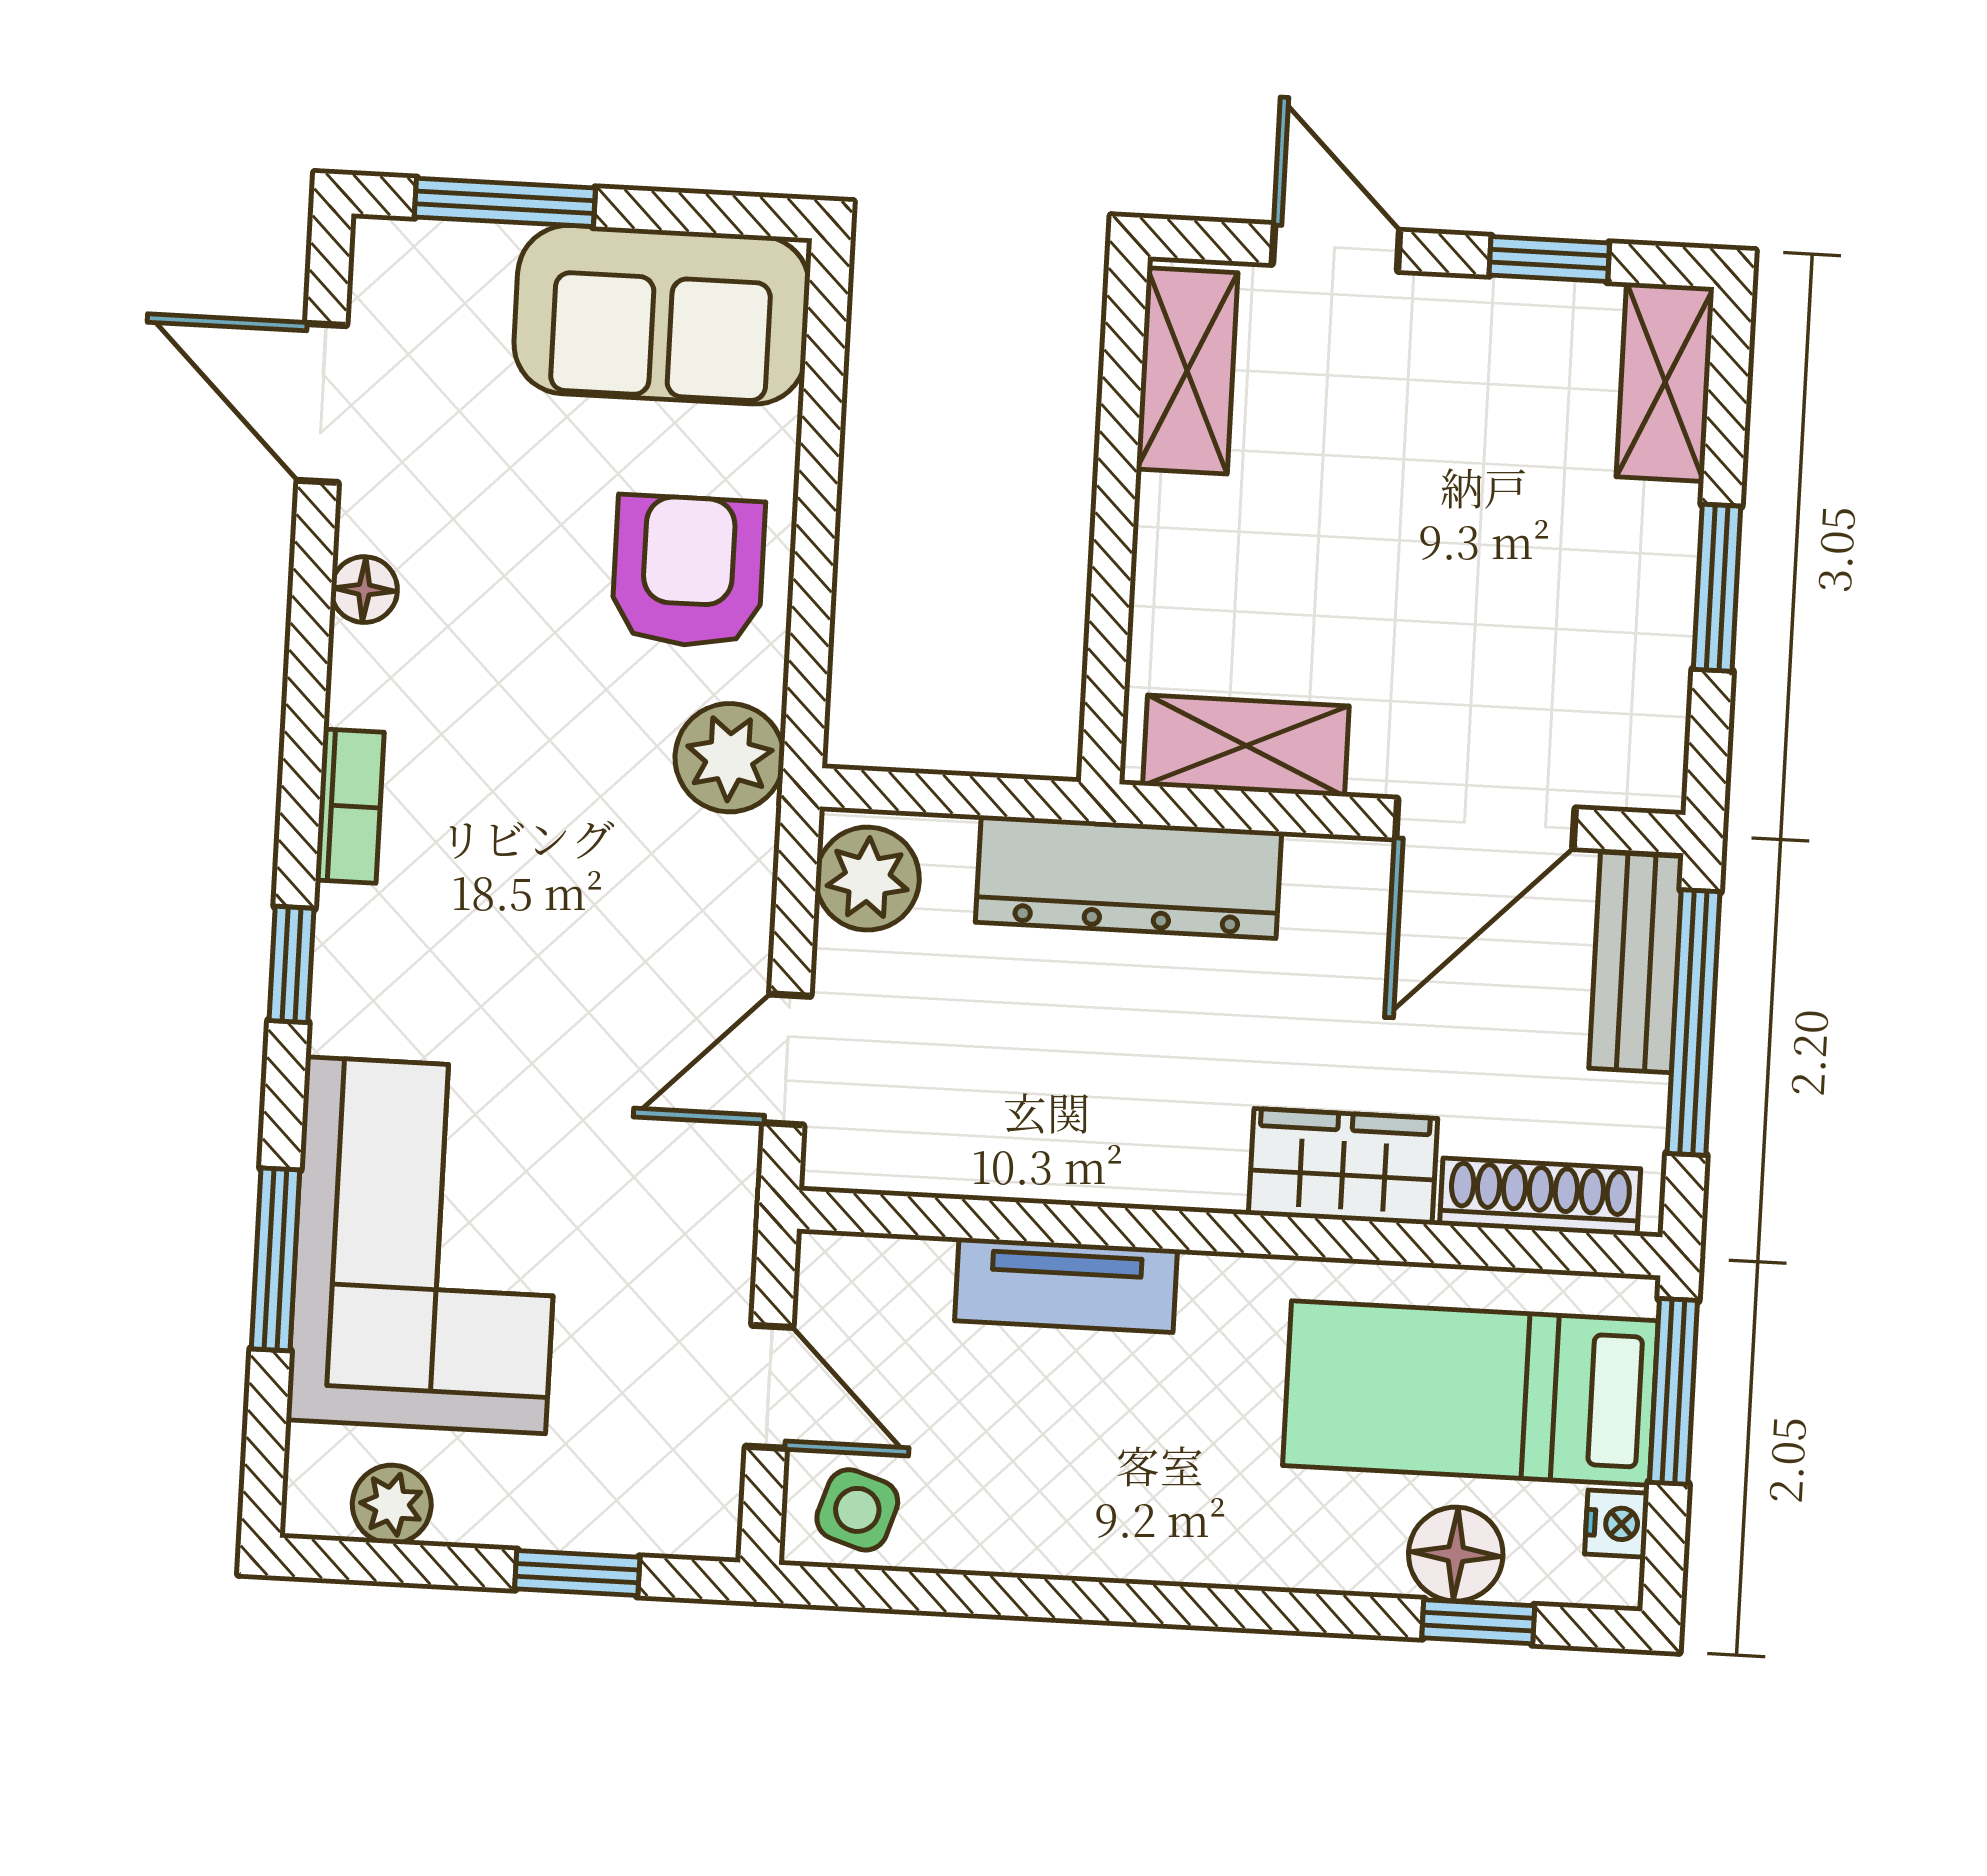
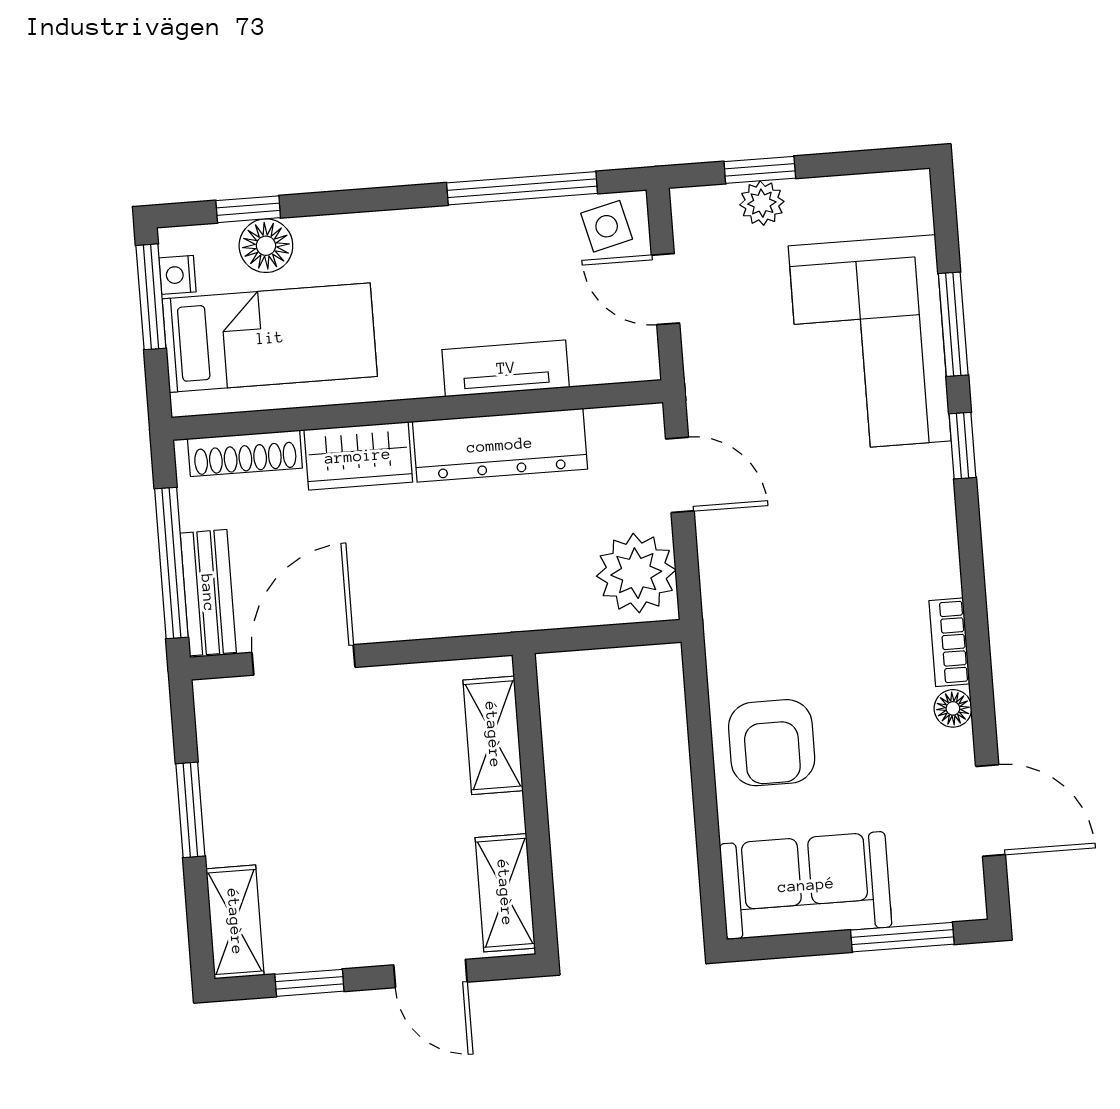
shelving: (1246, 746) -> (493, 735), moved, turned 90
plant: (729, 758) -> (734, 641), removed
bookcase: (350, 806) -> (949, 642), moved
dresser: (1129, 877) -> (500, 445), moved, turned 180
plant: (868, 879) -> (636, 573), width x1.36, depth x1.36
window: (291, 964) -> (963, 446), moved
door: (787, 1060) -> (680, 475), hinge flipped
window: (1674, 1391) -> (151, 297), moved
plant: (392, 1504) -> (762, 203), moved
side table: (857, 1510) -> (607, 226), turned -32
window: (996, 1596) -> (522, 188), added

